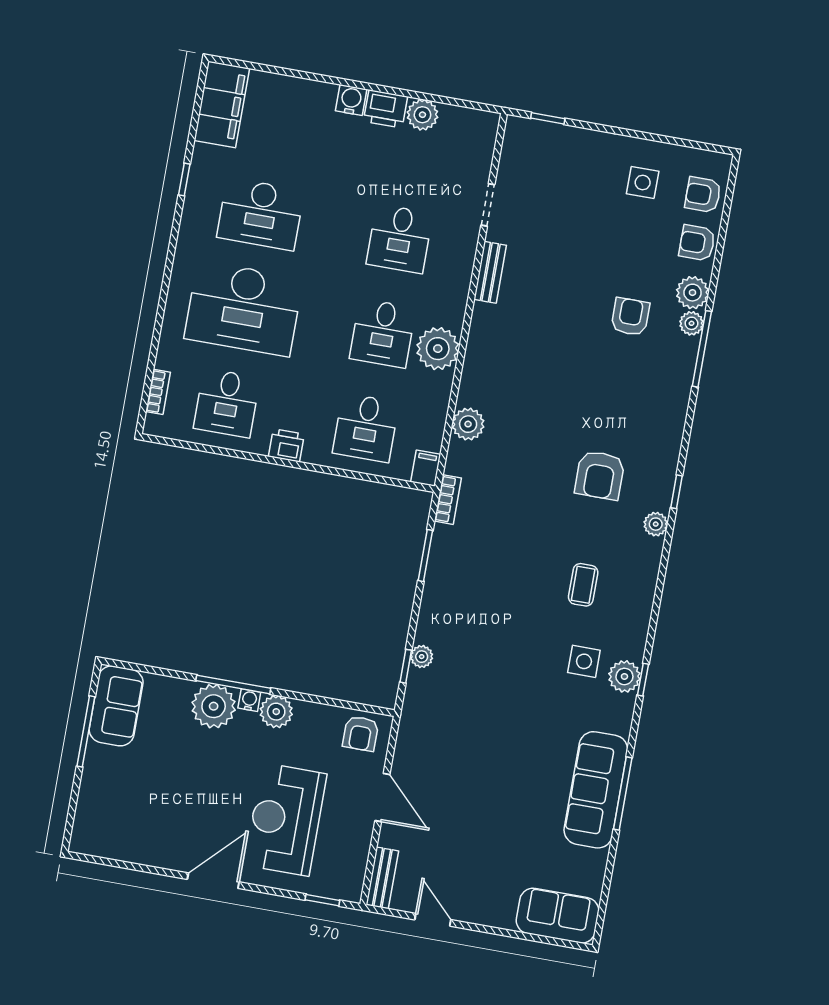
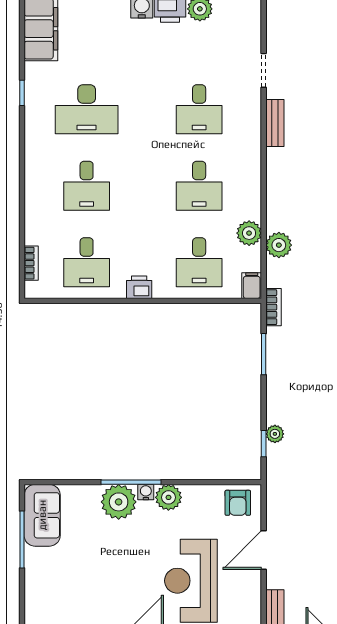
desk: (244, 308) -> (87, 186), width x0.53, depth x0.77
plant: (438, 349) -> (249, 233), moved, width x0.73, depth x0.73
door: (382, 798) -> (264, 550), swing flipped

